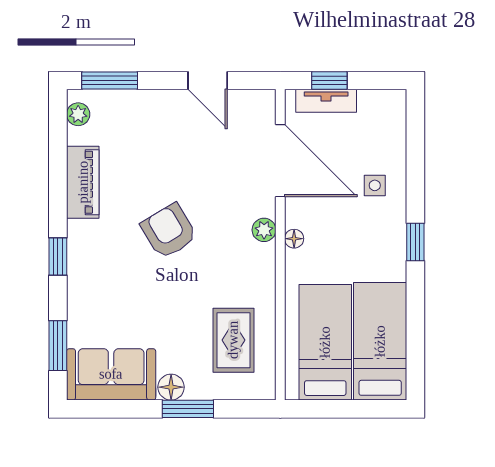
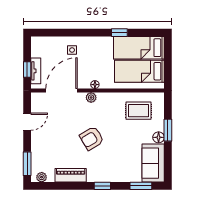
window: (415, 242) -> (119, 33), moved

